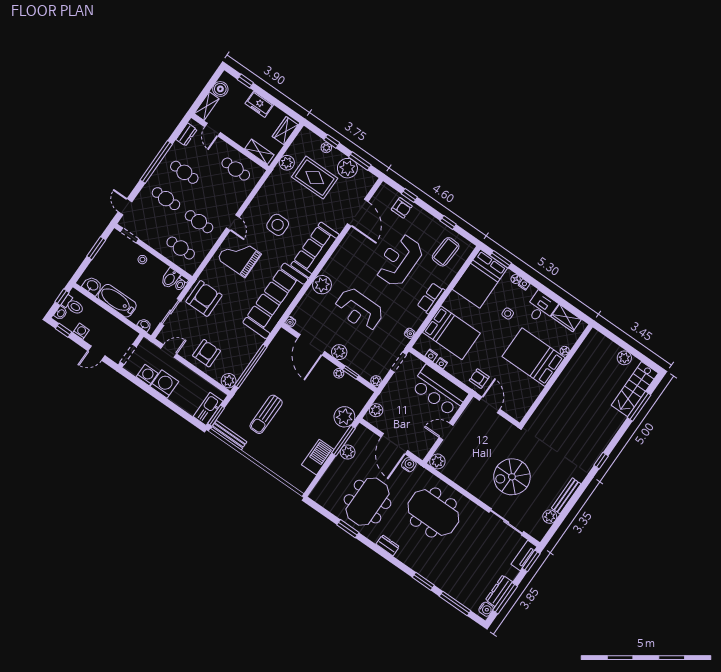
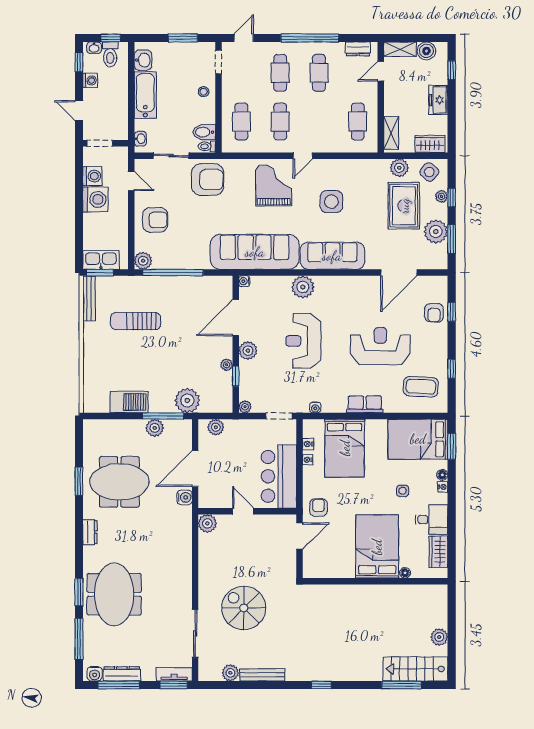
side table: (304, 144) -> (429, 172), added
meeting table: (433, 512) -> (114, 594), moved

